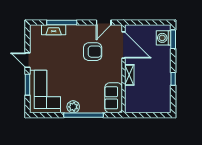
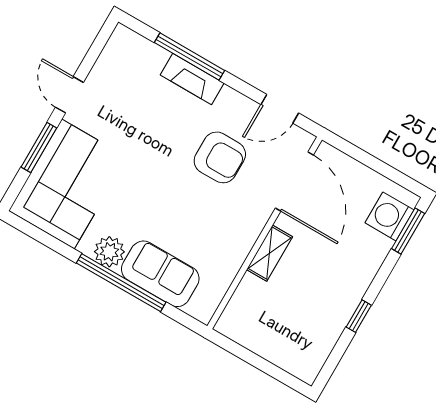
fireplace: (54, 30) -> (192, 79), moved
sofa: (114, 98) -> (160, 274), moved, turned 90

